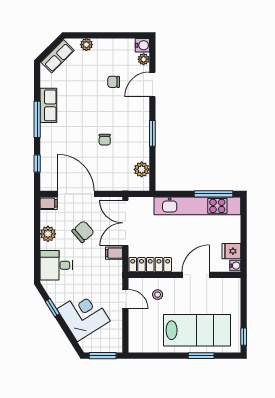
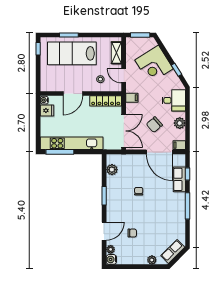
row of seats: (48, 105) -> (179, 179), moved
filing cabinet: (114, 253) -> (132, 98), moved
shelving: (135, 331) -> (116, 53), added

